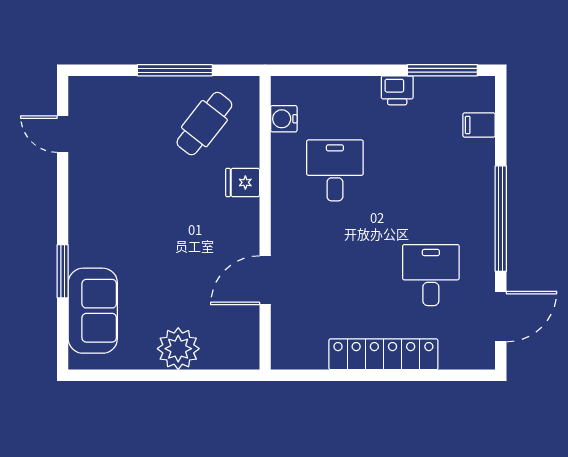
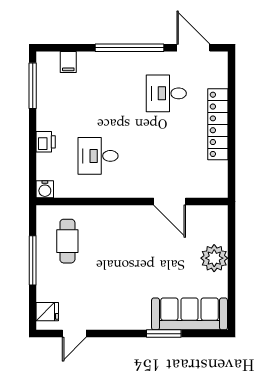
printer: (397, 90) -> (46, 142), moved
water cooler: (284, 119) -> (45, 189), moved
cafe table: (204, 124) -> (67, 241), turned 52
fridge: (243, 182) -> (47, 312), moved, turned -90
sofa: (93, 311) -> (189, 314), width x1.36

